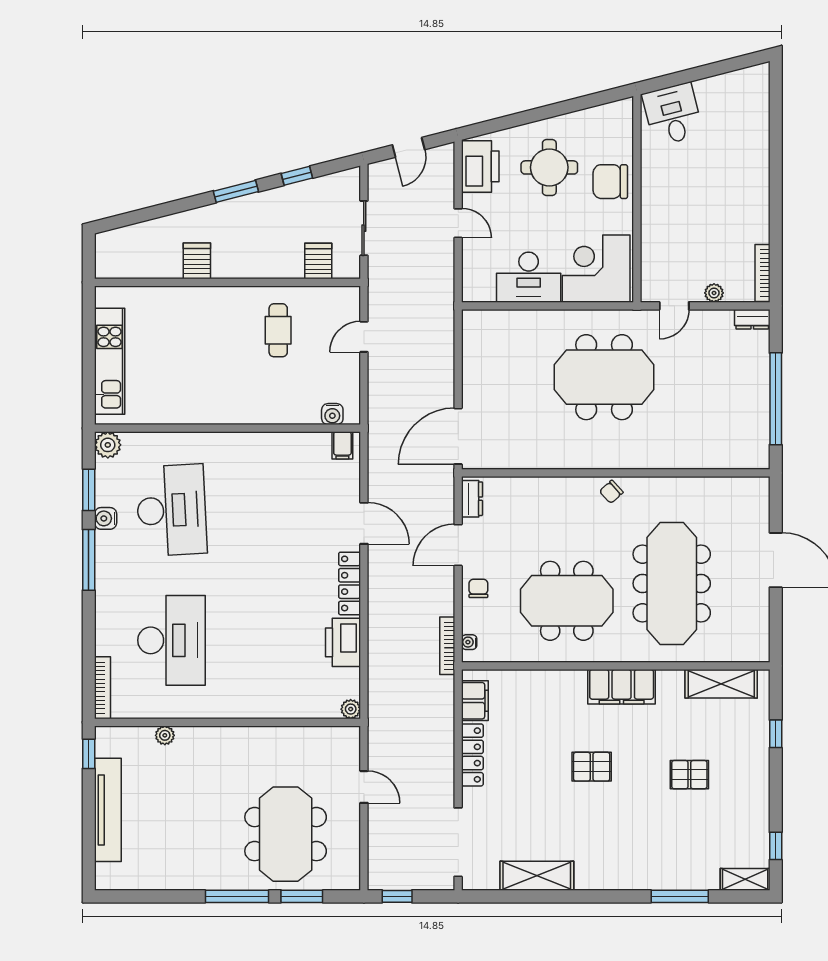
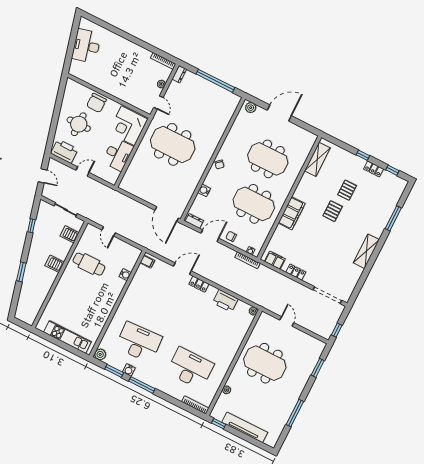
desk: (673, 114) -> (86, 46), moved, width x1.37
window: (236, 191) -> (21, 272), moved
server rack: (197, 261) -> (55, 264), moved
cafe table: (278, 330) -> (89, 264), width x1.37, depth x1.35
meeting table: (604, 377) -> (173, 144), turned 90
water cooler: (332, 414) -> (125, 275), moved
water cooler: (544, 487) -> (204, 190), added
plant: (758, 497) -> (251, 108), added
door: (458, 545) -> (210, 236), swing flipped
locker: (350, 583) -> (199, 284), width x0.66
meeting table: (672, 583) -> (268, 159), width x0.73
meeting table: (567, 601) -> (254, 204), turned 90
filing cabinet: (622, 687) -> (292, 213), moved
window: (776, 734) -> (363, 155), moved
locker: (472, 755) -> (296, 272), width x0.66
pallet: (592, 767) -> (333, 211), moved
door: (364, 787) -> (287, 321), hinge flipped
locker: (759, 807) -> (374, 169), added
meeting table: (286, 834) -> (265, 363), moved
shelving: (537, 876) -> (366, 251), moved
shelving: (745, 879) -> (400, 189), removed
window: (237, 896) -> (295, 413), moved

